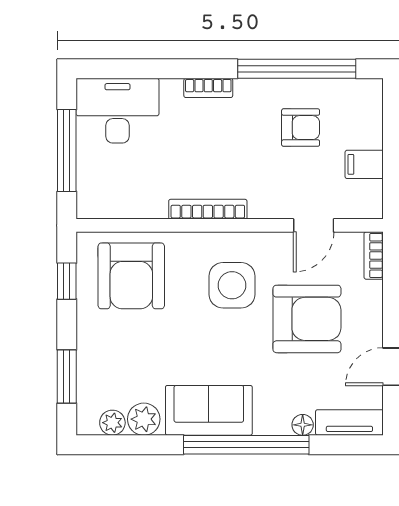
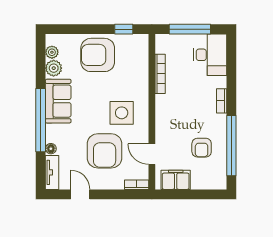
filing cabinet: (364, 164) -> (176, 180), width x2.00
bookcase: (208, 209) -> (160, 74), moved
armchair: (131, 276) -> (98, 55), moved
window: (67, 376) -> (75, 29), removed

